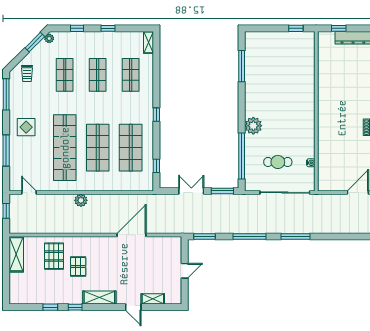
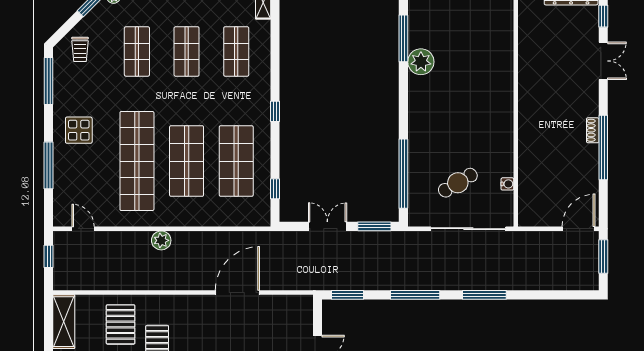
plant: (253, 126) -> (421, 62), moved
cafe table: (278, 162) -> (458, 183), turned -31

